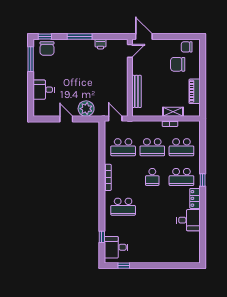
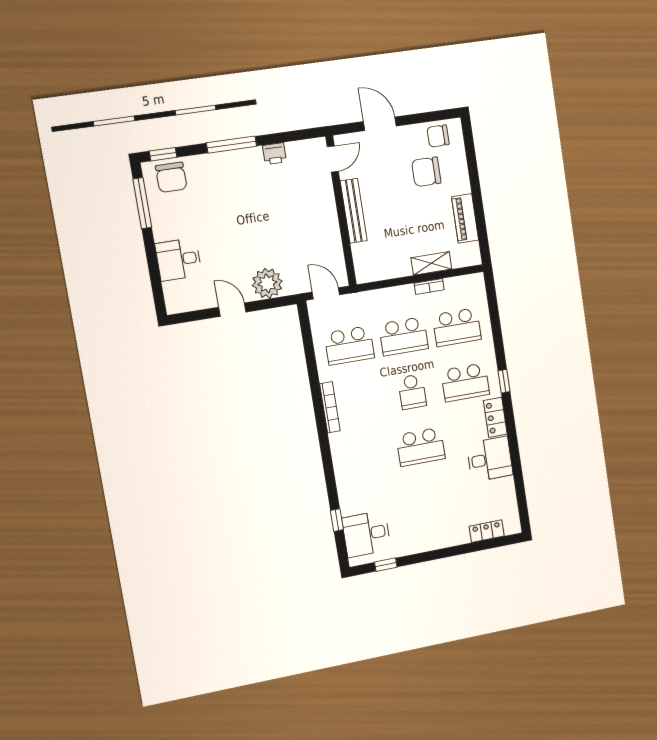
door: (144, 37) -> (380, 124), moved
bench: (136, 91) -> (354, 211), moved
school desk: (123, 207) -> (421, 447), moved
locker: (181, 258) -> (487, 531), added

